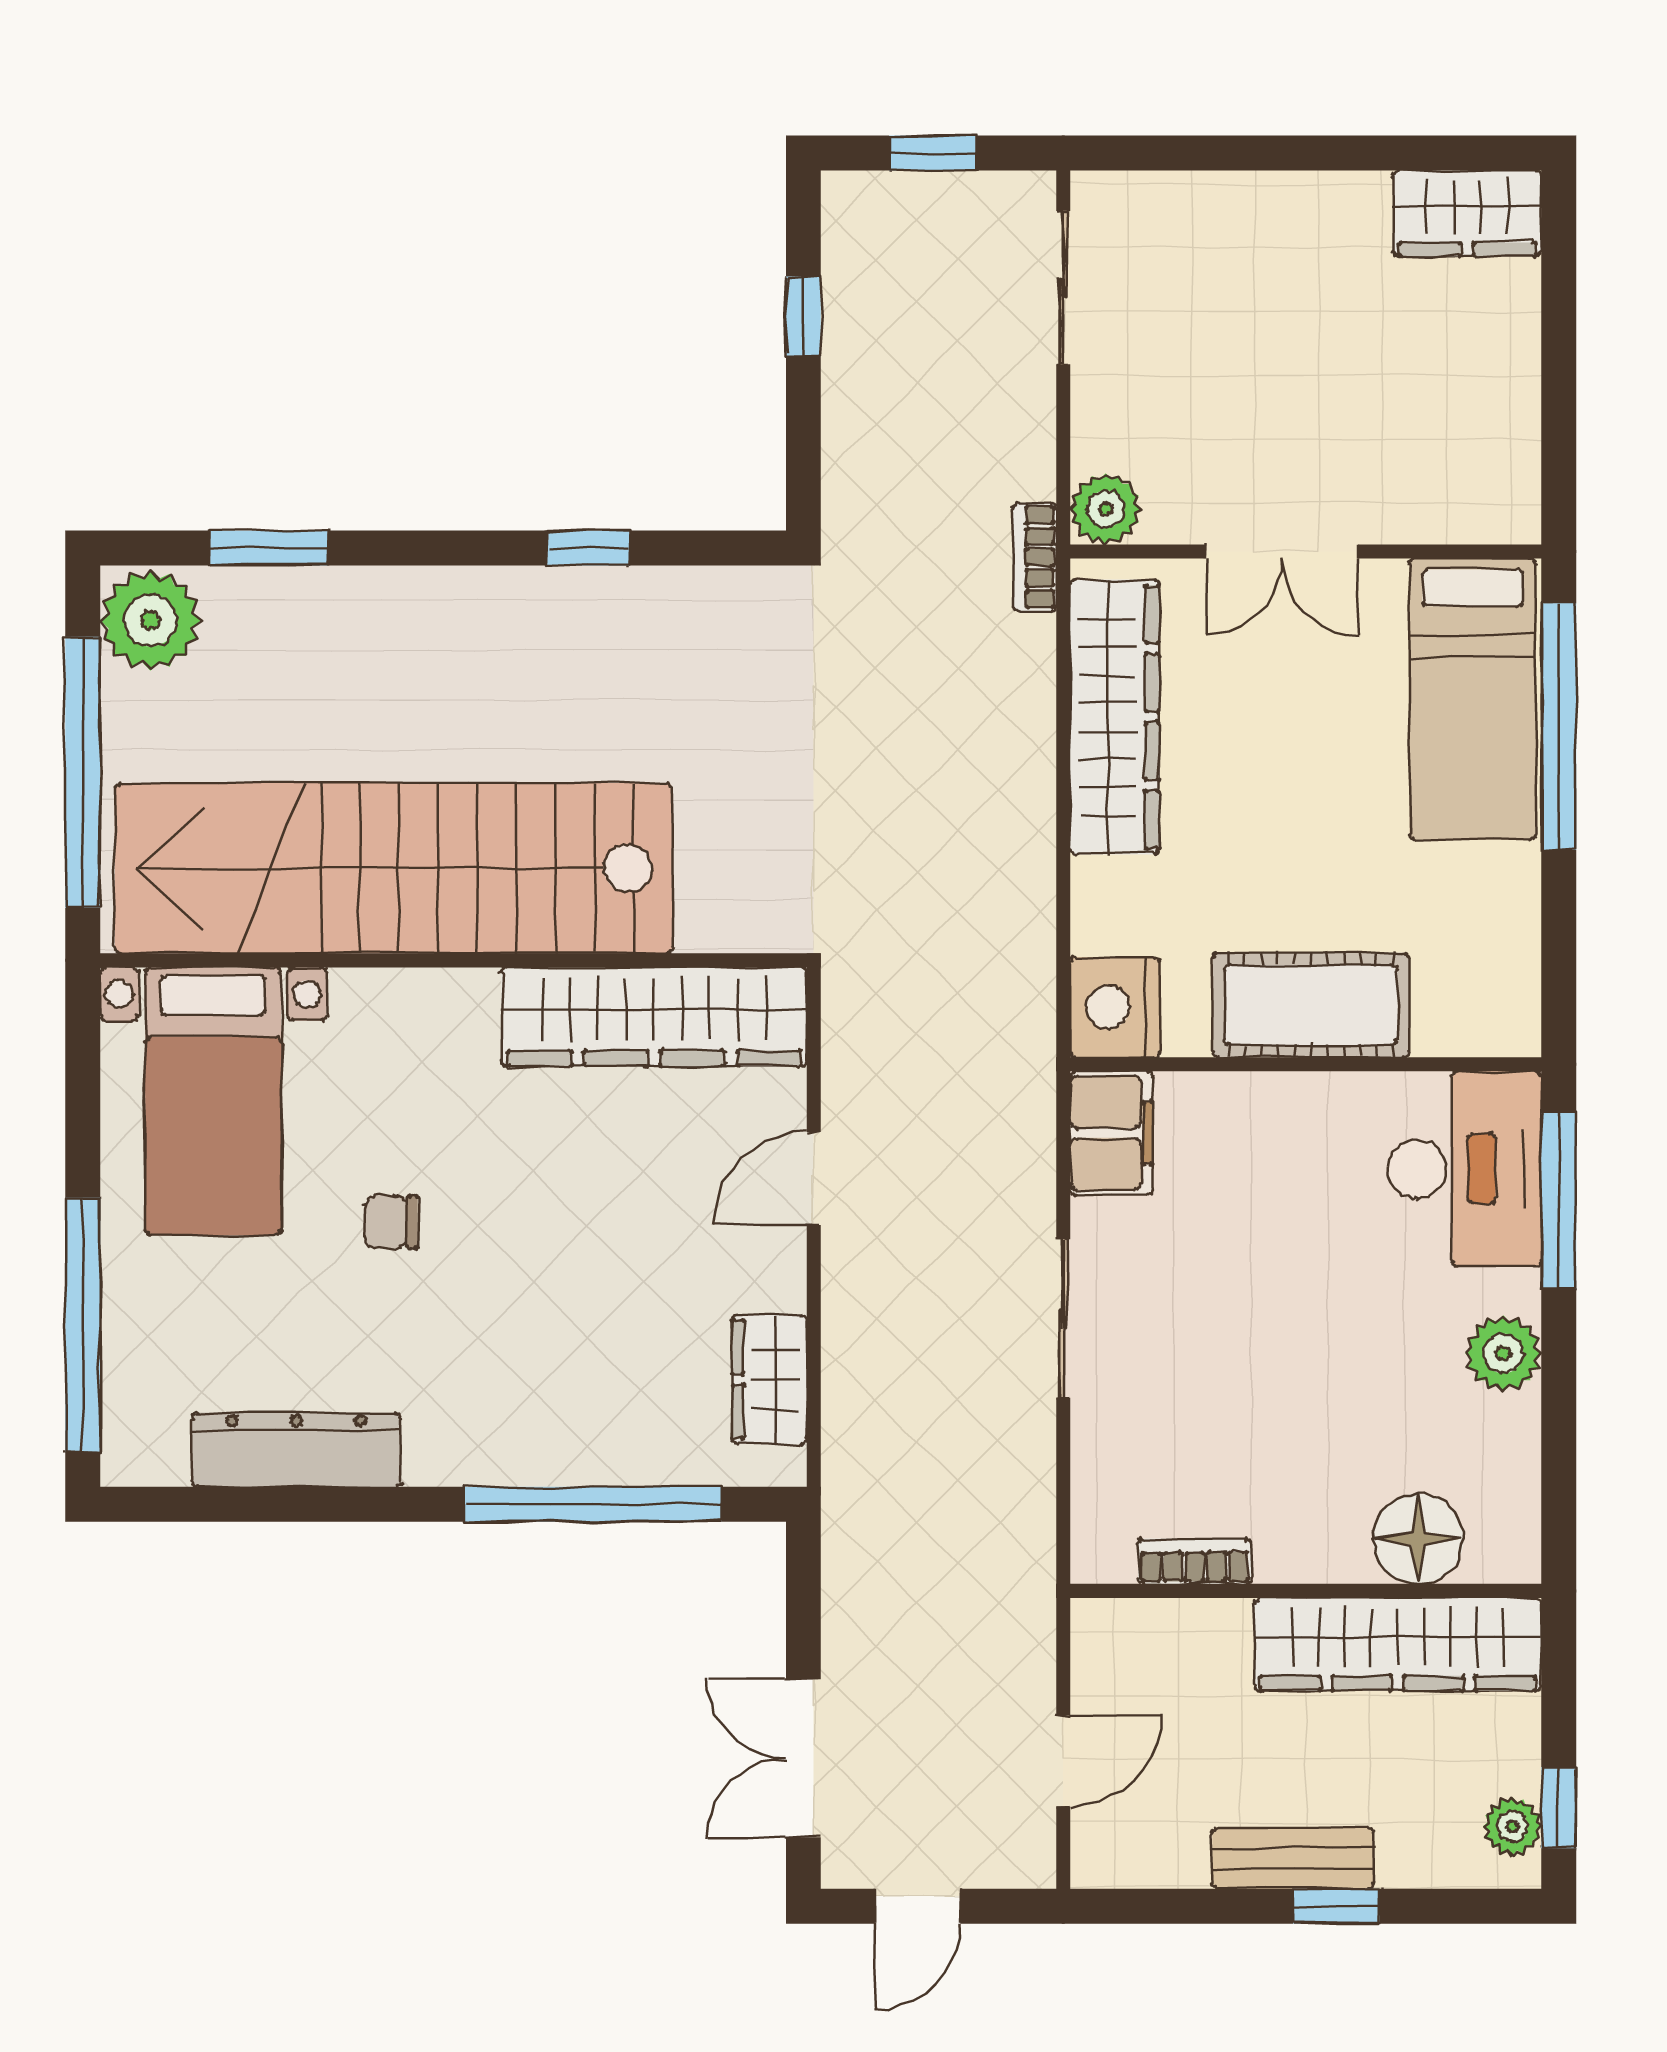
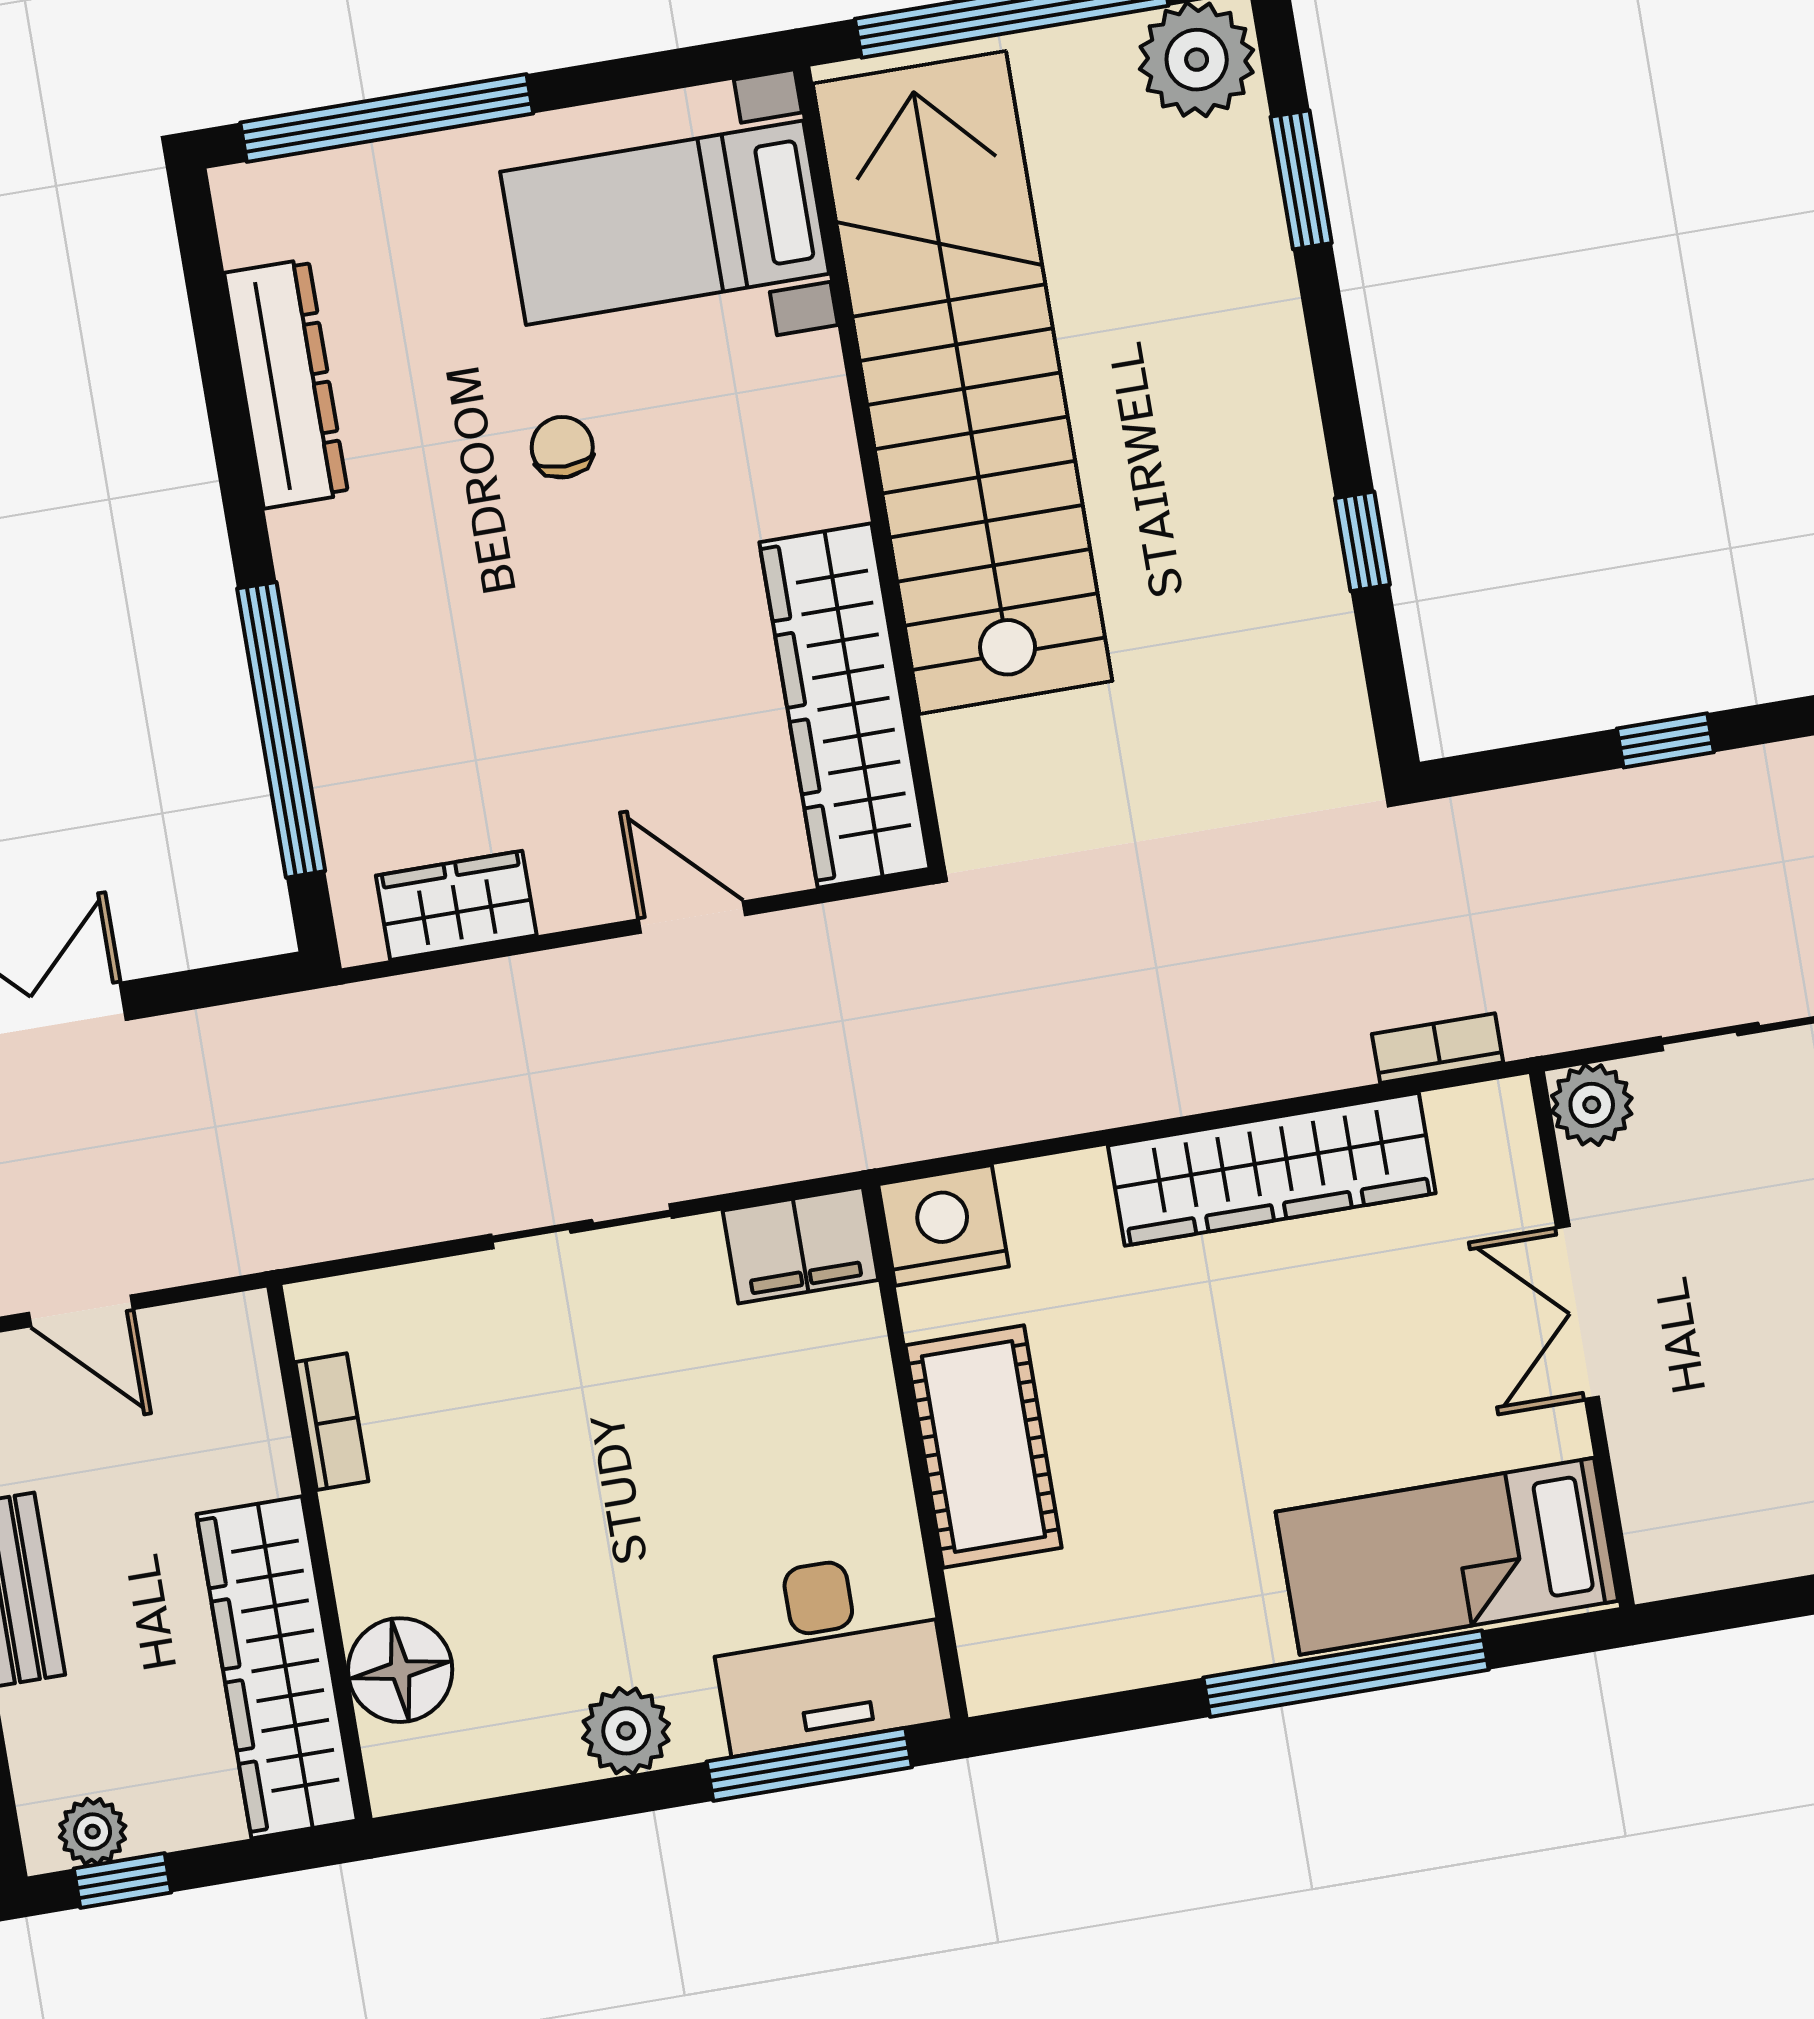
plant: (1106, 509) -> (1592, 1105), moved
double door: (1282, 551) -> (1577, 1313), moved
wall: (1306, 551) -> (1582, 1339), moved
bed: (1473, 699) -> (1447, 1556), moved

